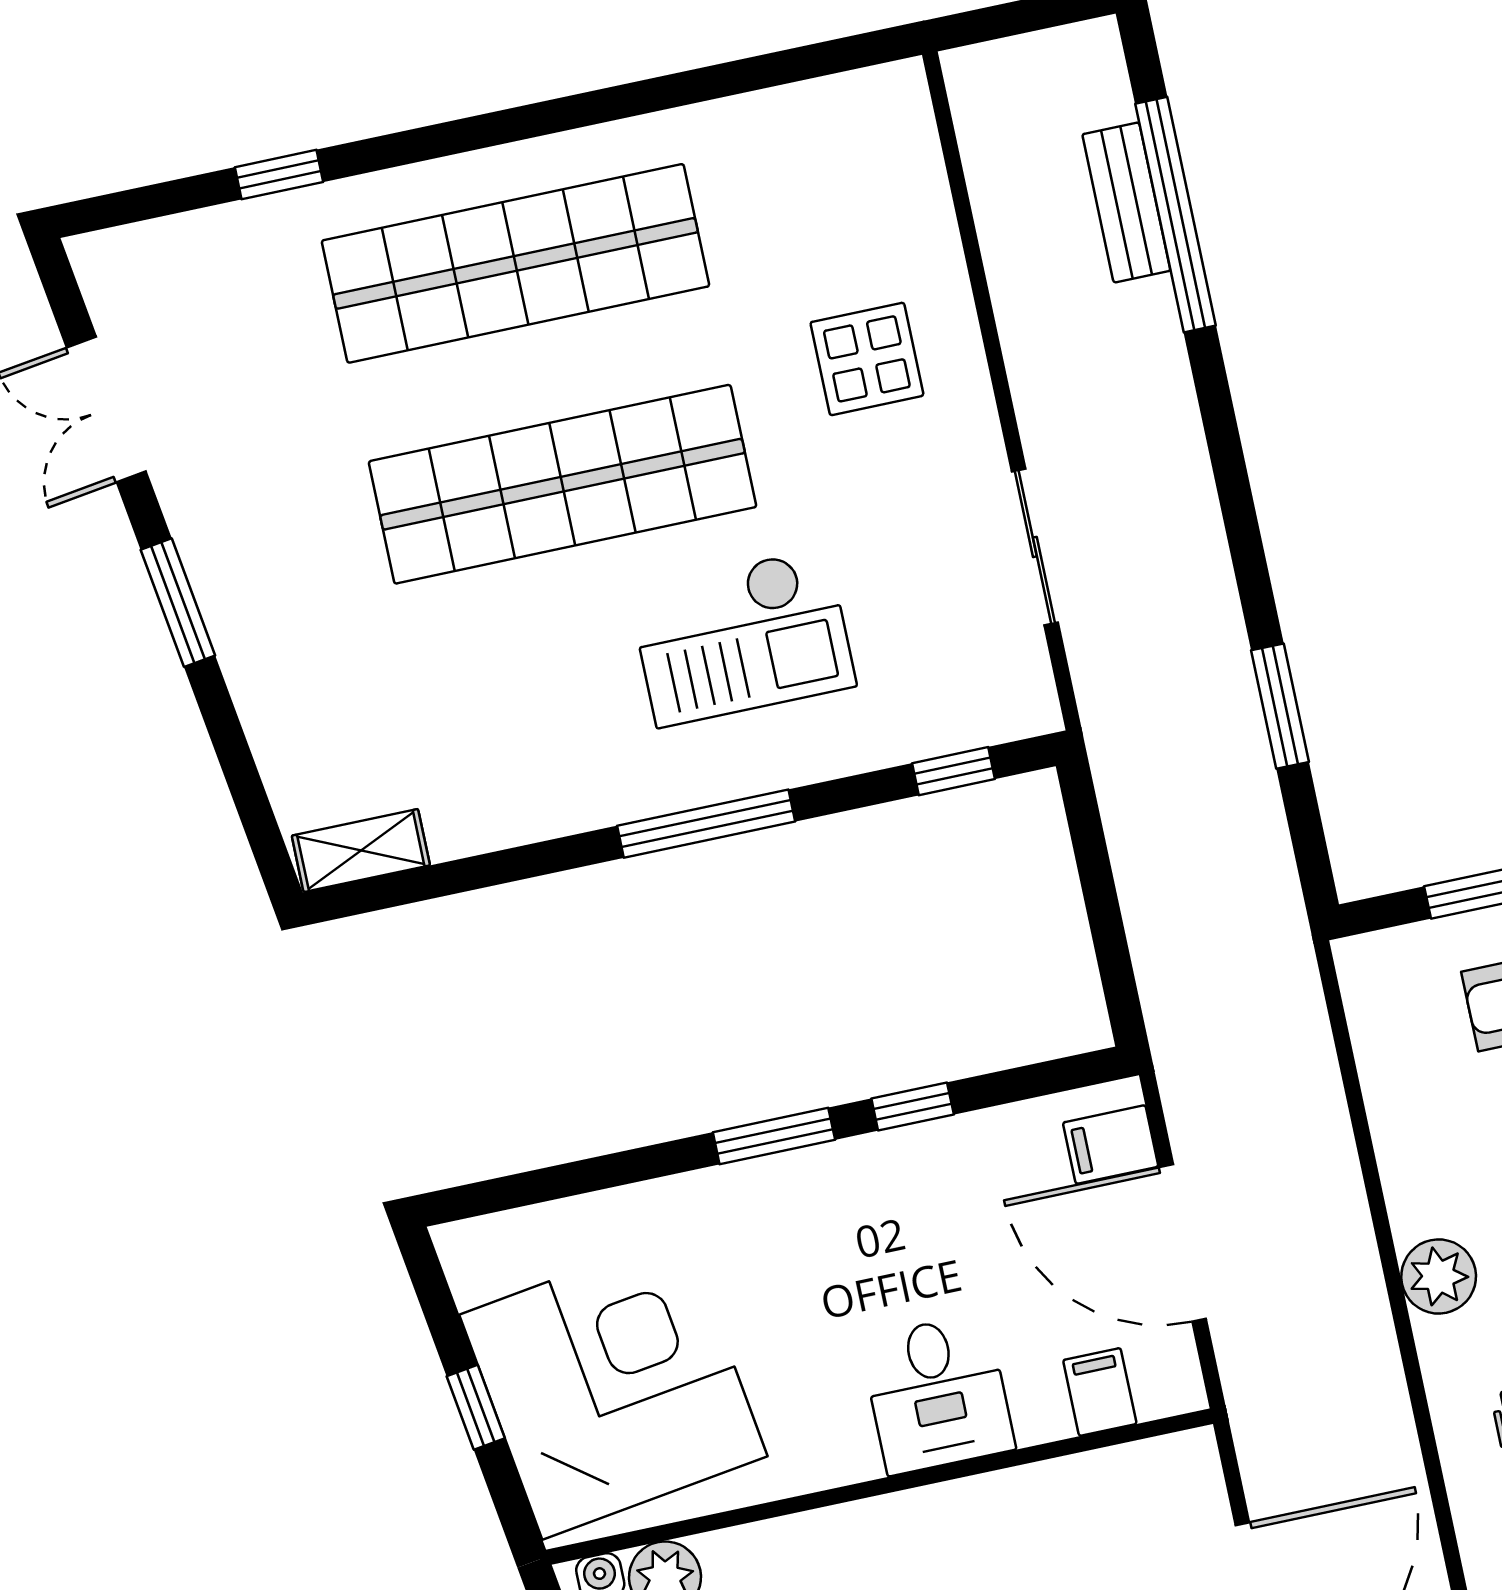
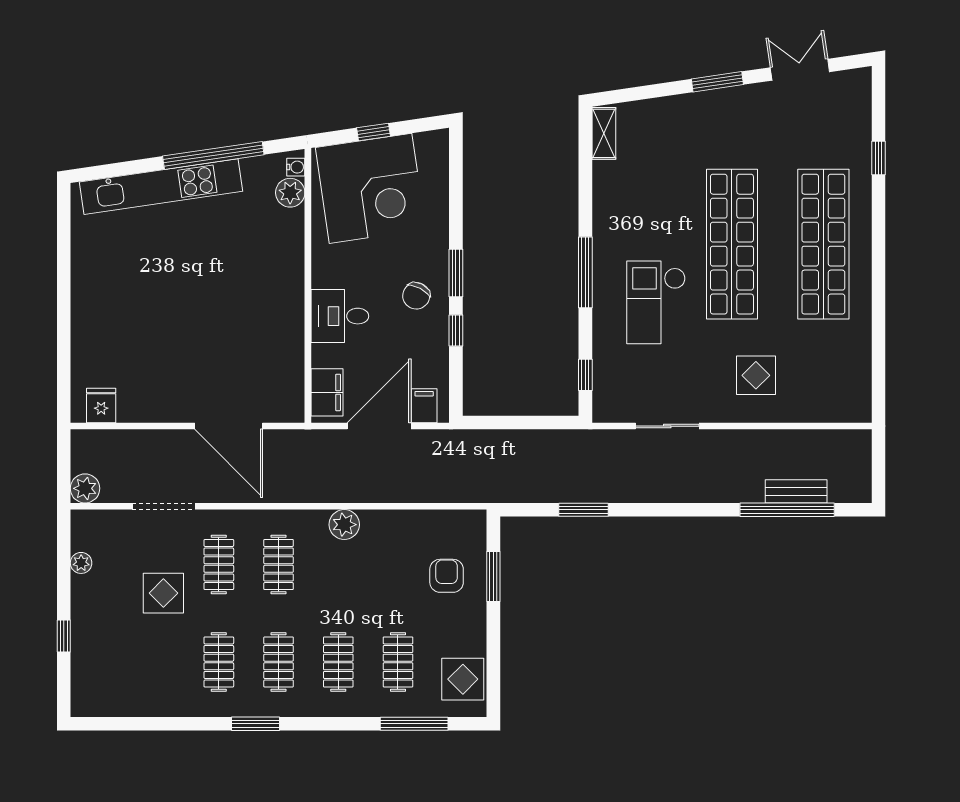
chair: (849, 1220) -> (416, 296), added
filing cabinet: (1100, 1392) -> (327, 392), width x2.00

